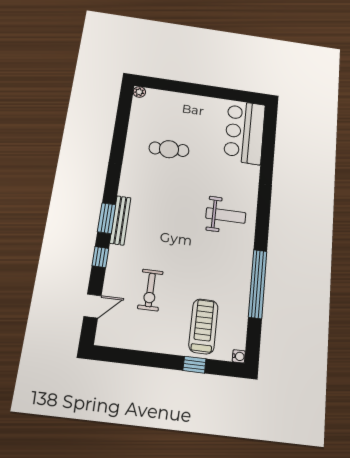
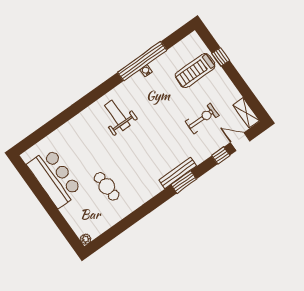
bar counter: (245, 132) -> (55, 178), moved, turned -90
window: (100, 257) -> (221, 156), moved
shelving: (115, 339) -> (246, 113), added
water cooler: (239, 356) -> (146, 71), moved

